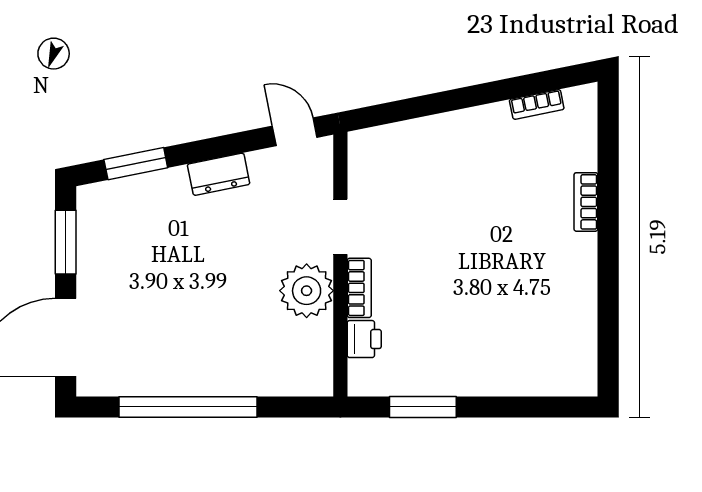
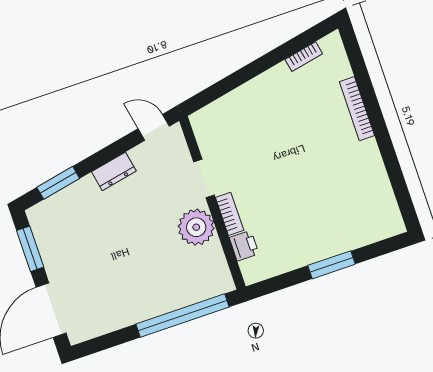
bookcase: (586, 202) -> (357, 109), width x1.56
window: (188, 407) -> (183, 316), moved
window: (423, 407) -> (331, 265), moved

